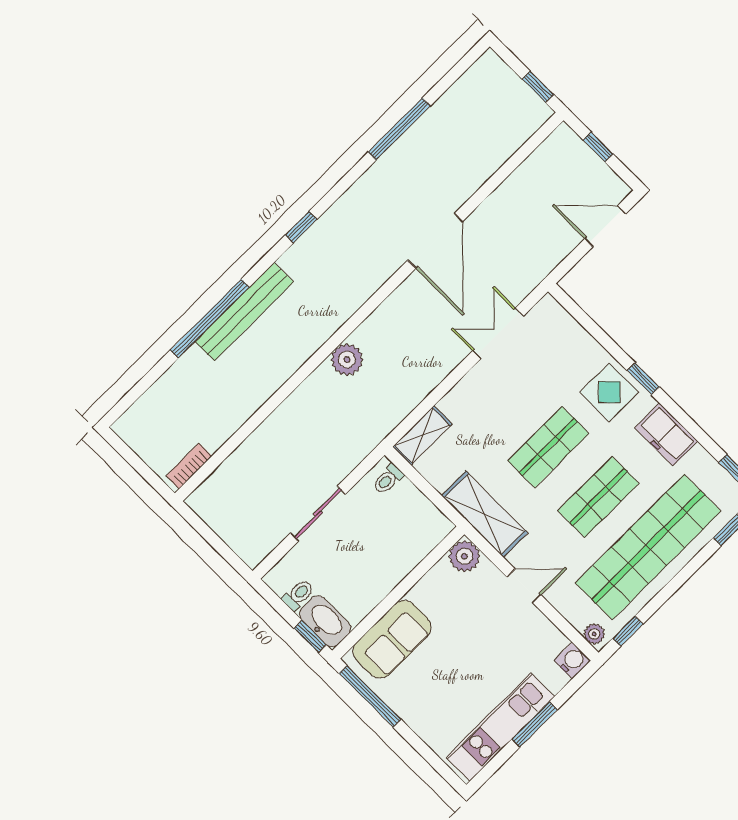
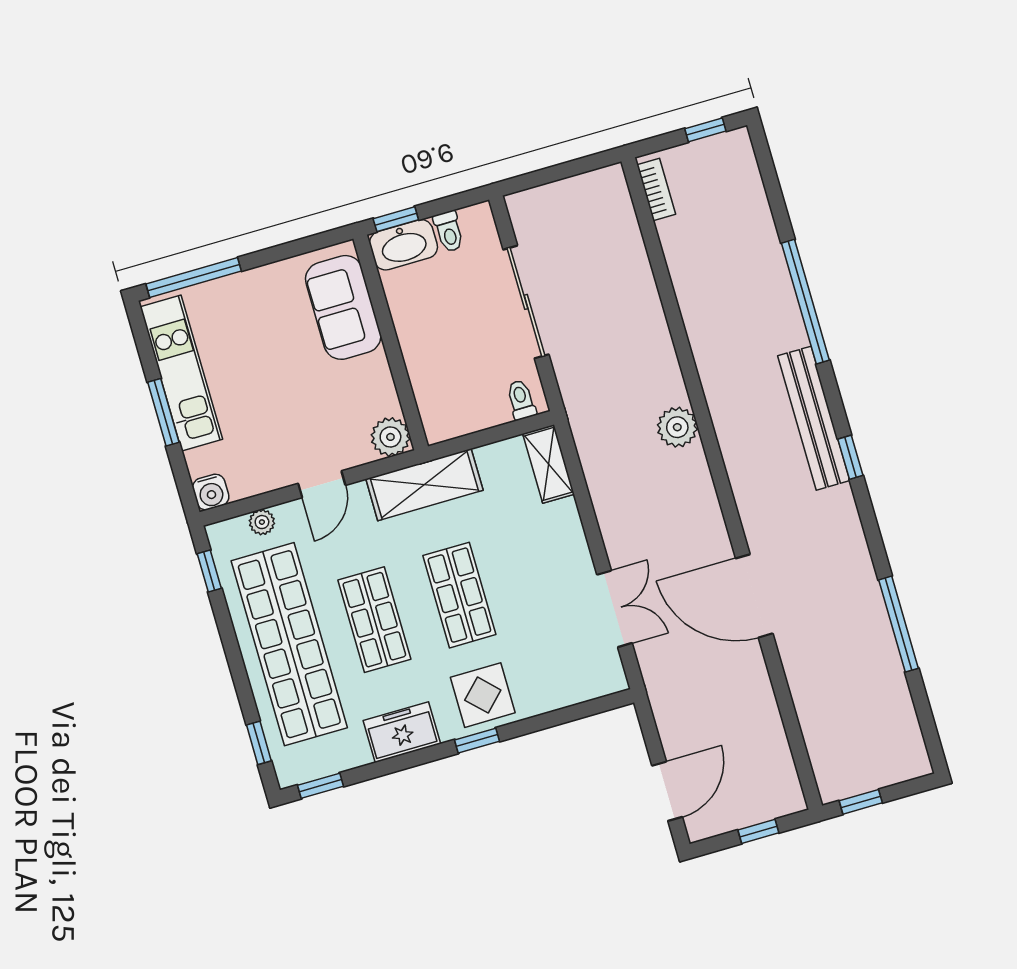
bench: (244, 312) -> (814, 418), moved
window: (128, 455) -> (705, 130), added
sliding door: (318, 514) -> (526, 302), width x1.37
plant: (594, 634) -> (262, 522), moved
window: (370, 696) -> (194, 278), moved

